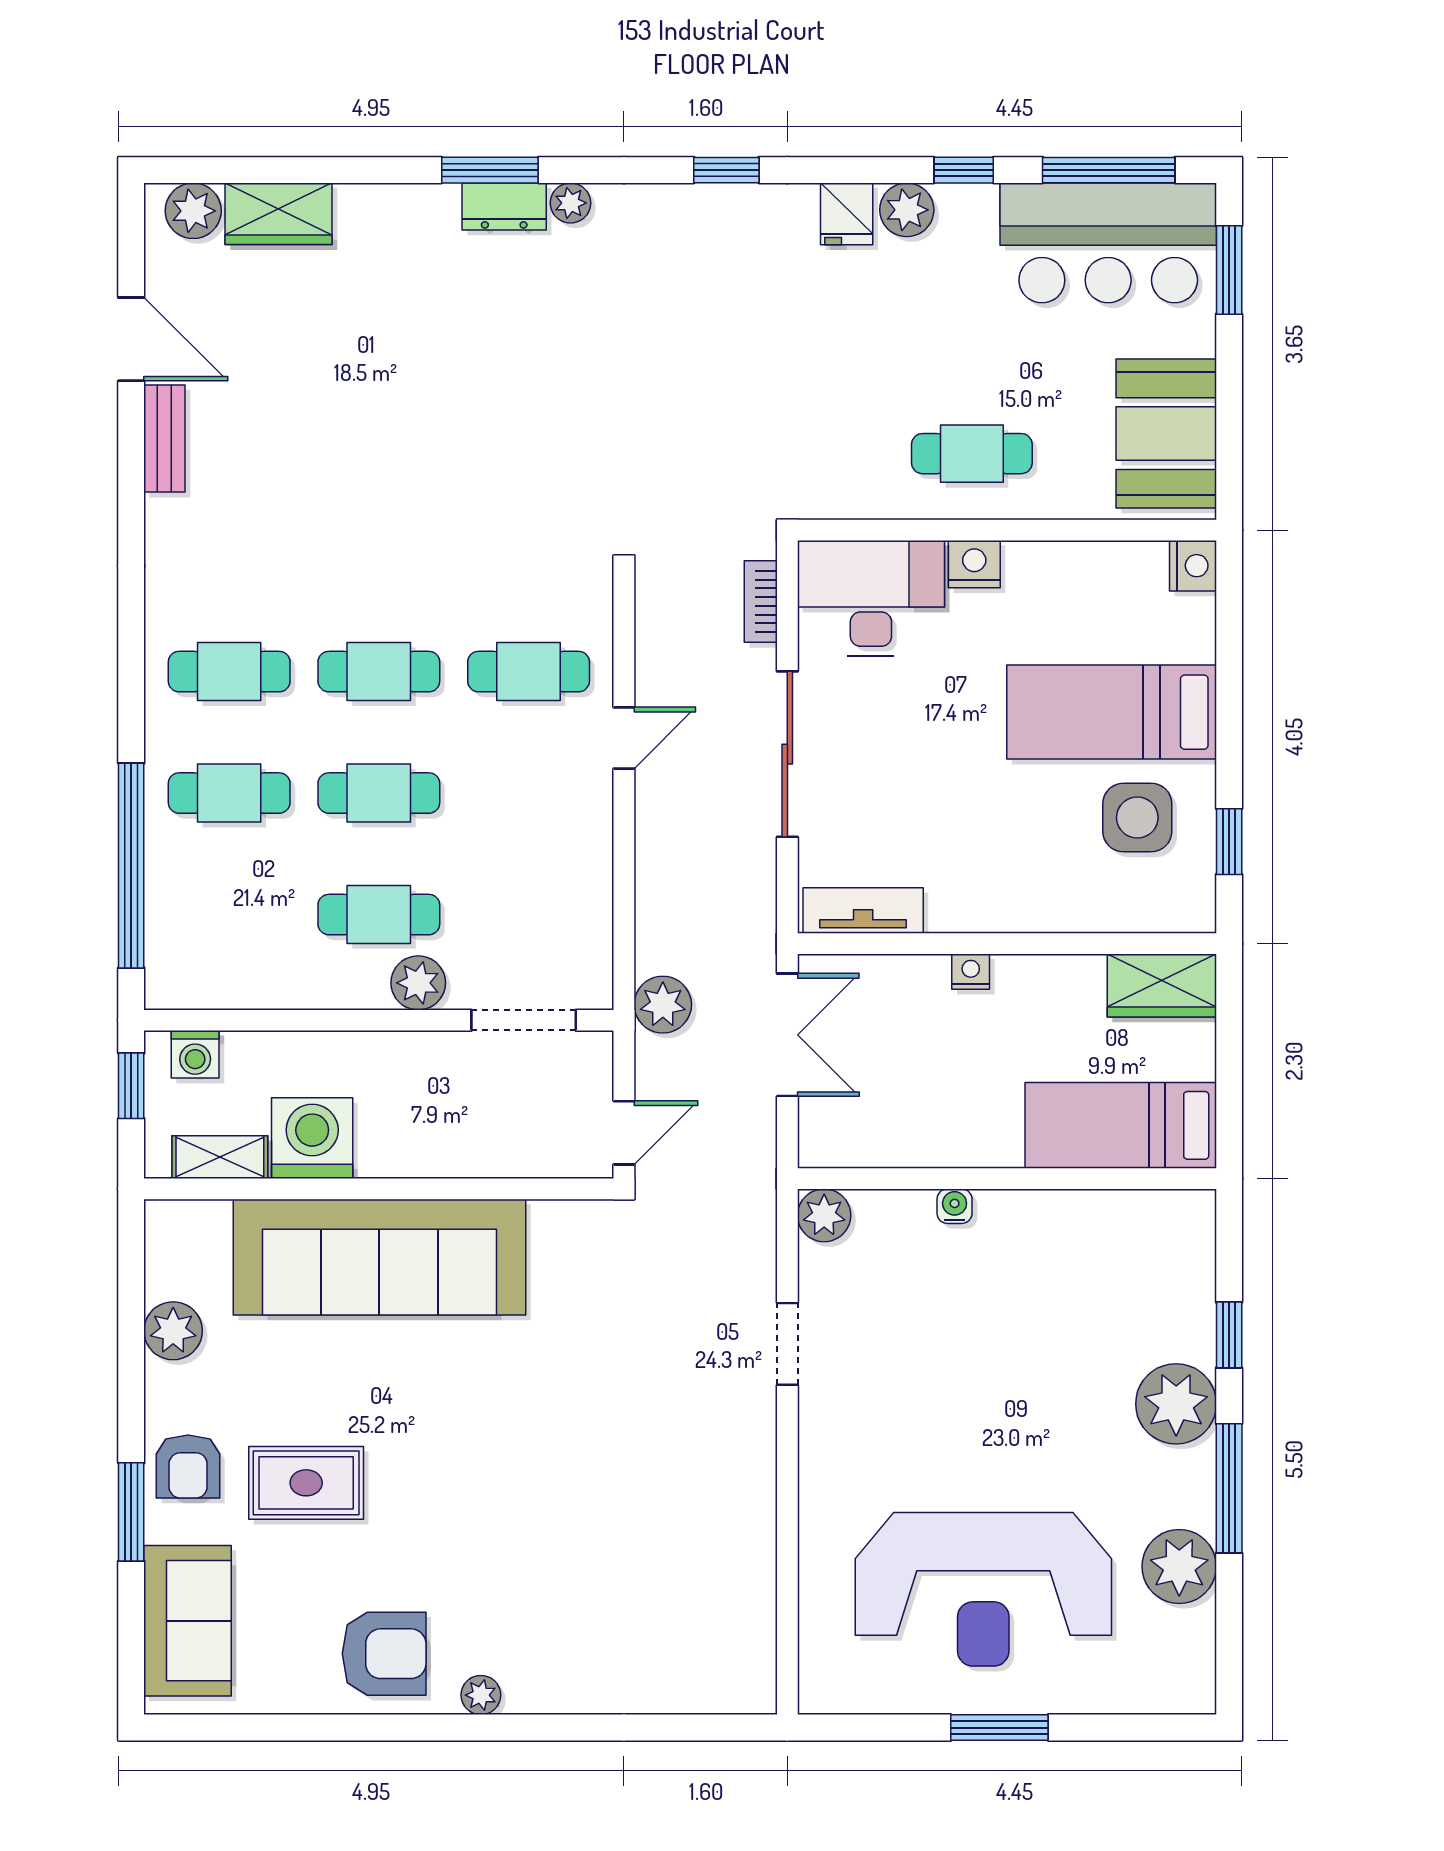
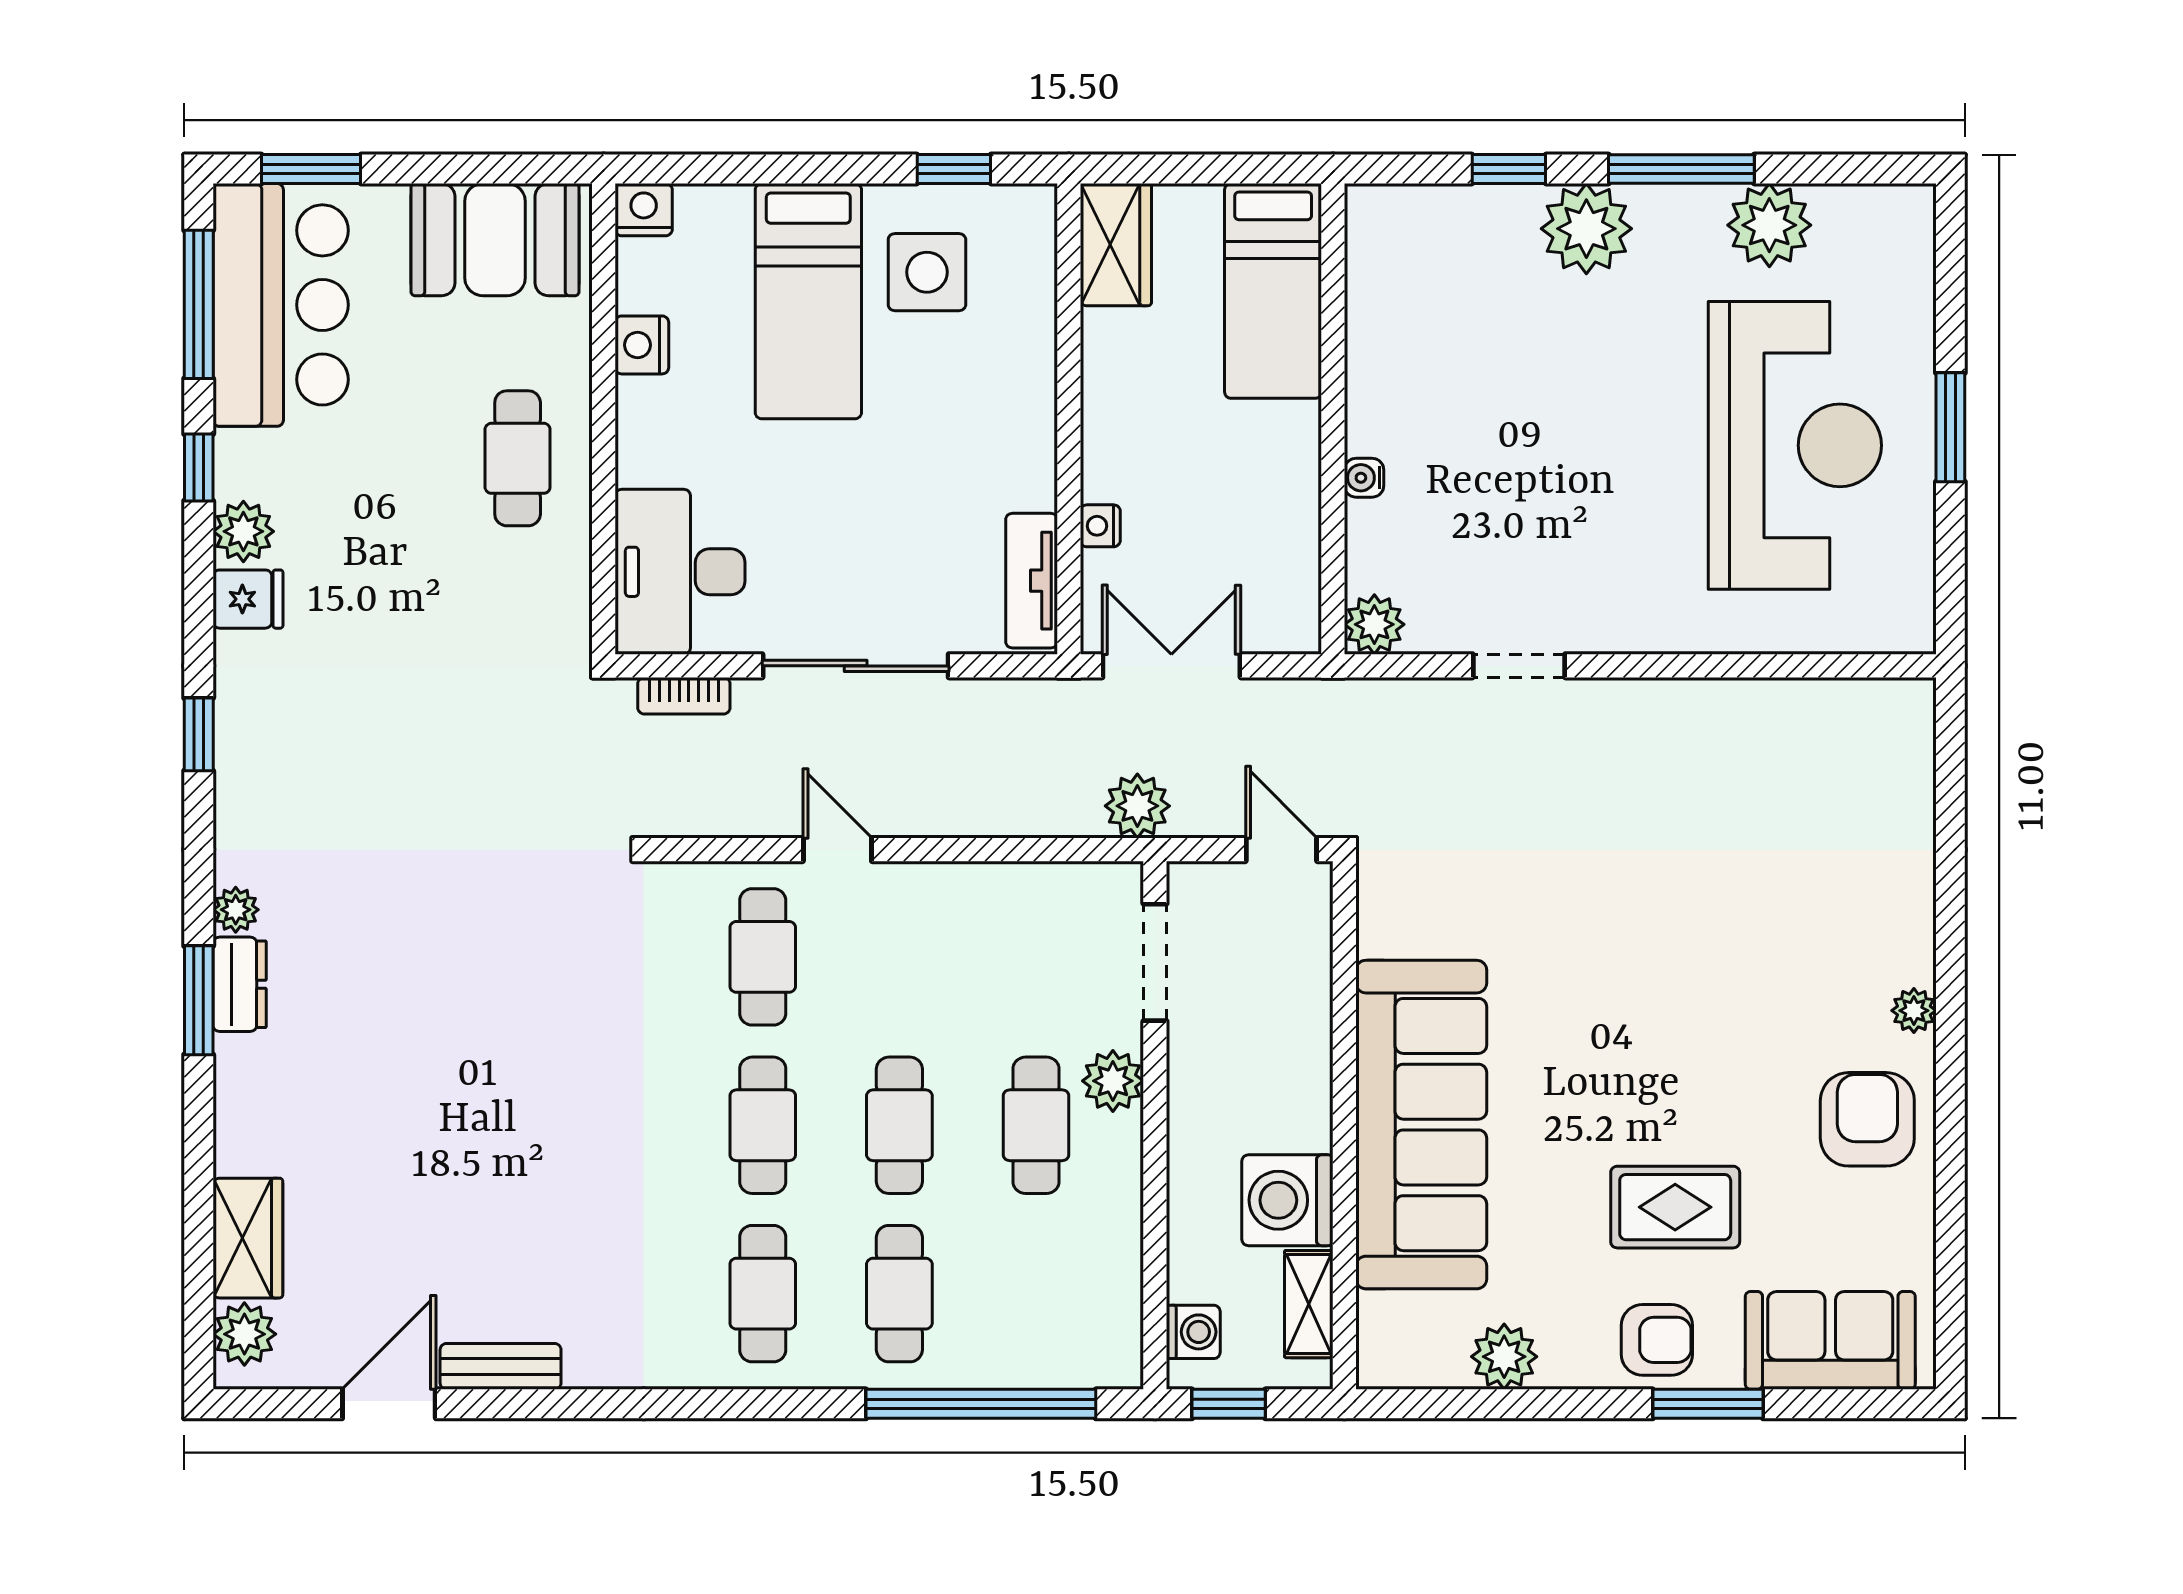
nightstand: (974, 564) -> (642, 345), moved
nightstand: (971, 972) -> (1100, 526), moved
rug: (306, 1483) -> (1675, 1207), turned 90

